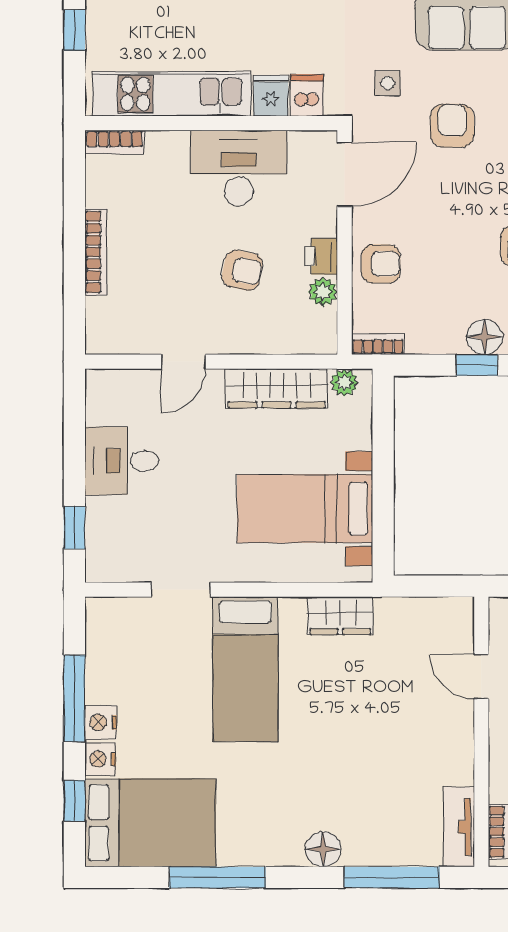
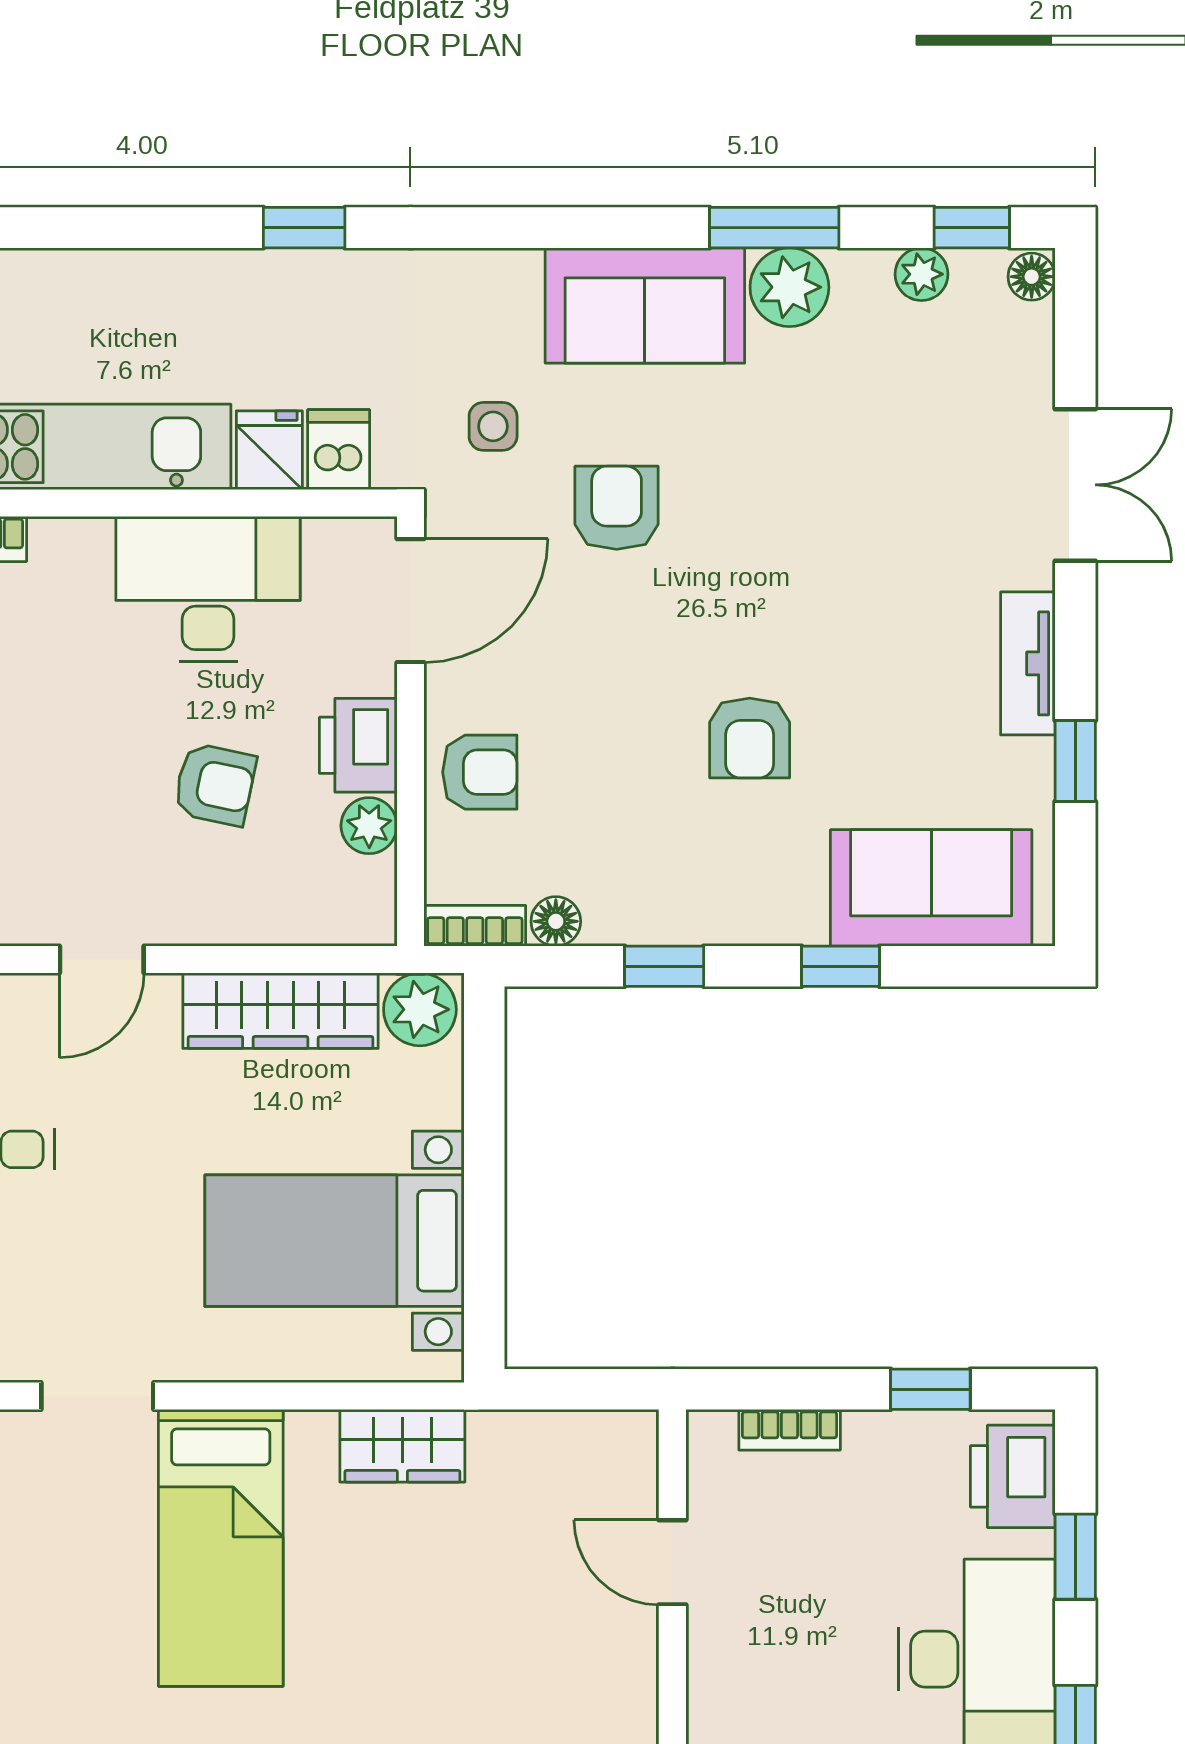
printer: (321, 256) -> (358, 745), width x1.36, depth x1.24
floor lamp: (485, 337) -> (556, 921), moved, width x0.73, depth x0.73
plant: (344, 383) -> (420, 1009), width x1.38, depth x1.38

